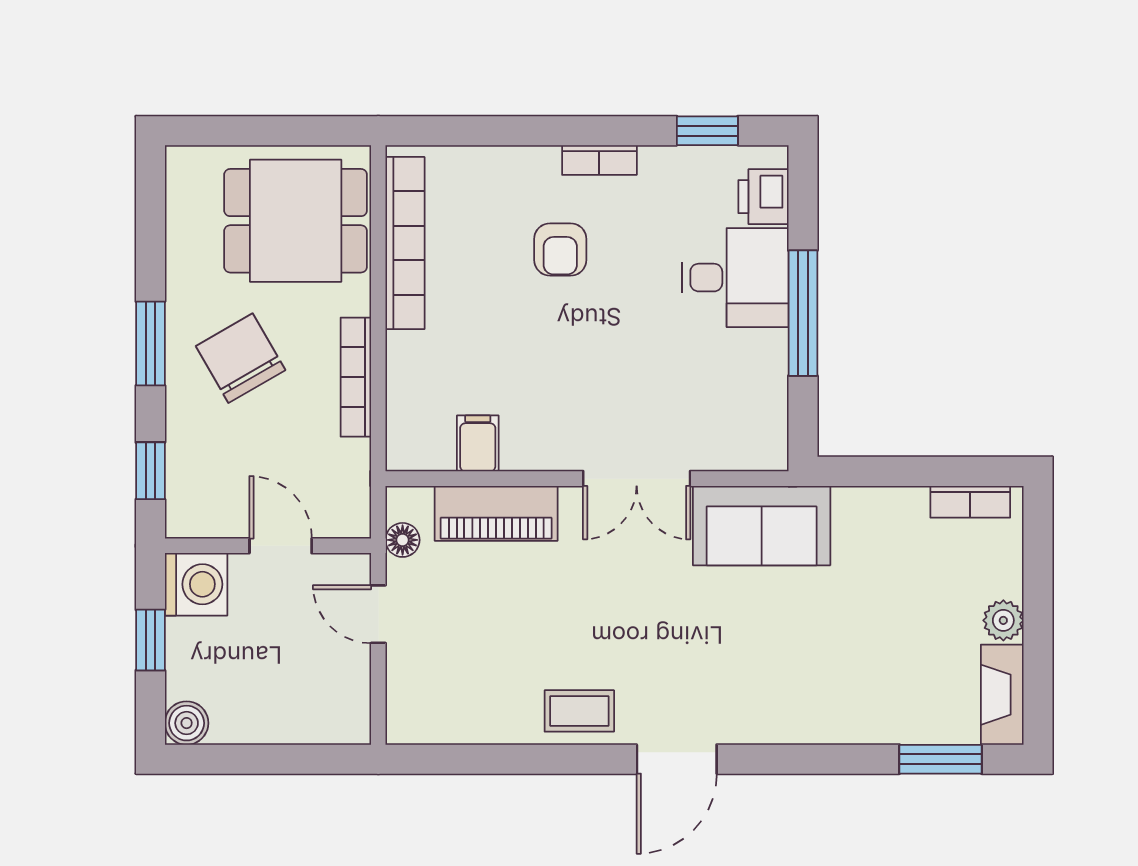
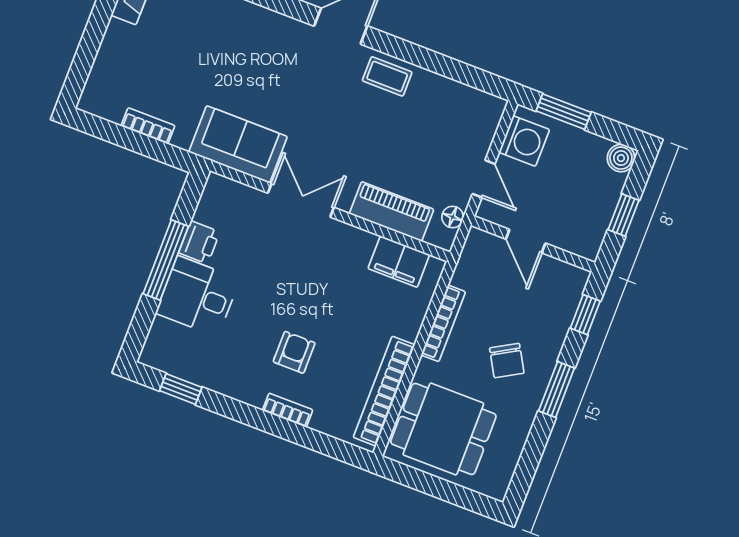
bookcase: (599, 160) -> (288, 410), moved
printer: (763, 197) -> (199, 242), moved
chair: (241, 358) -> (507, 361), width x0.73, depth x0.73
filing cabinet: (478, 443) -> (399, 262), width x2.00
bookcase: (970, 502) -> (148, 126), moved
washing machine: (196, 584) -> (524, 141), moved, turned 180
plant: (1003, 620) -> (117, 34), removed
window: (298, 759) -> (564, 112), added

